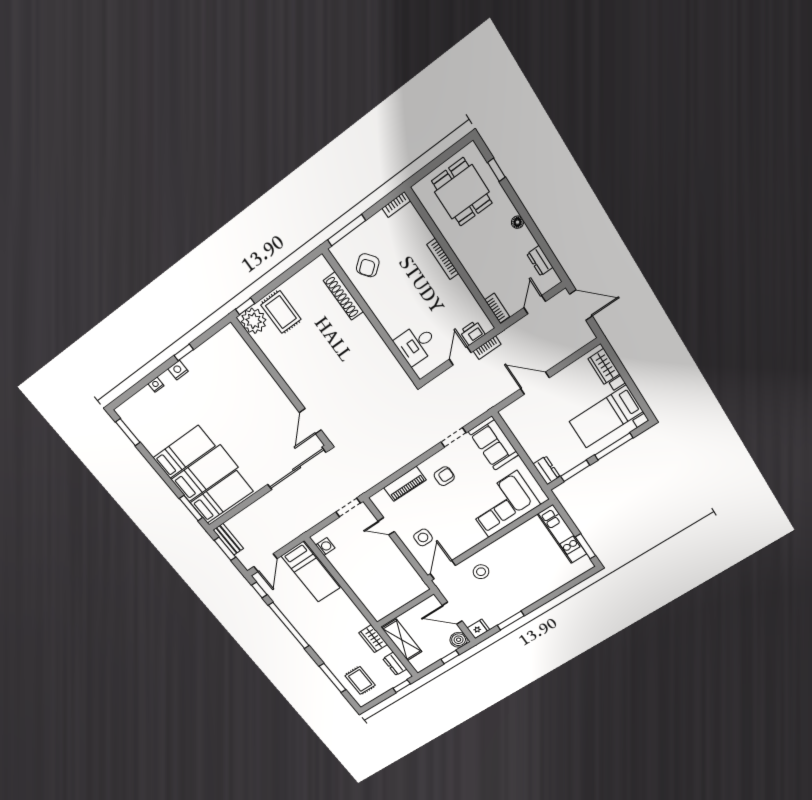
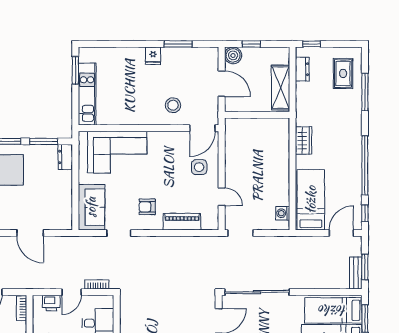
bookcase: (487, 348) -> (97, 284), moved
fridge: (478, 629) -> (153, 56), moved, turned -90
wardrobe: (373, 639) -> (303, 140), moved

